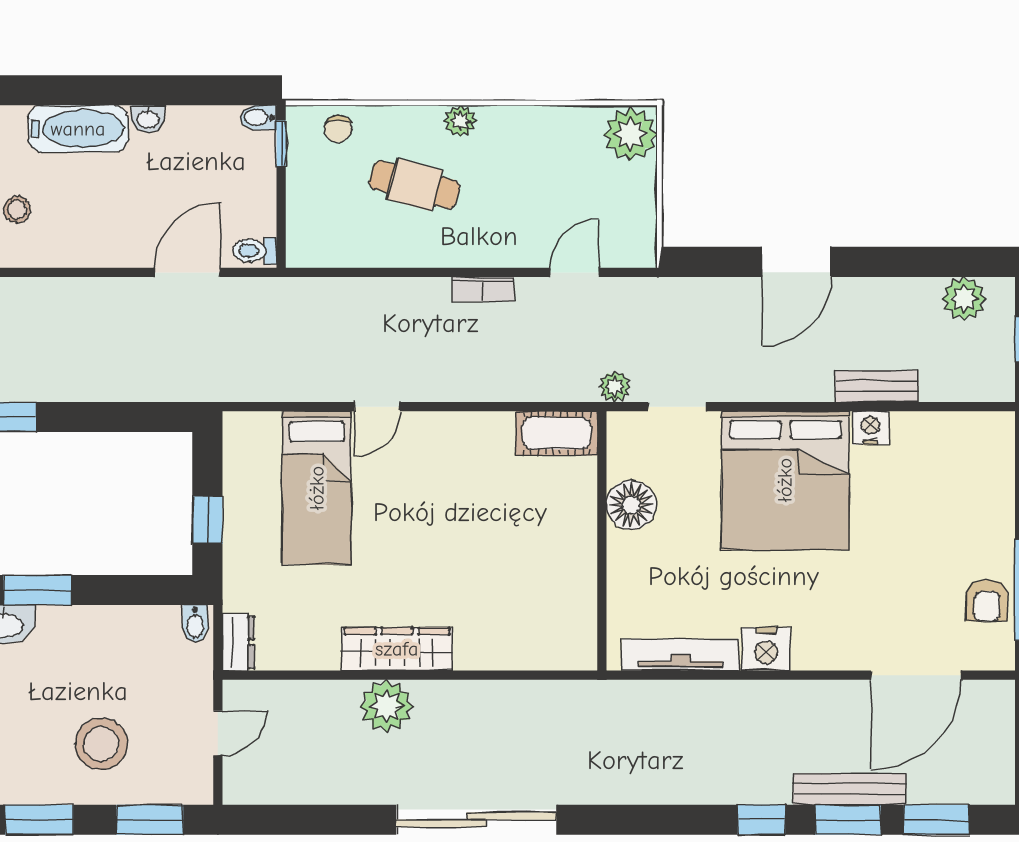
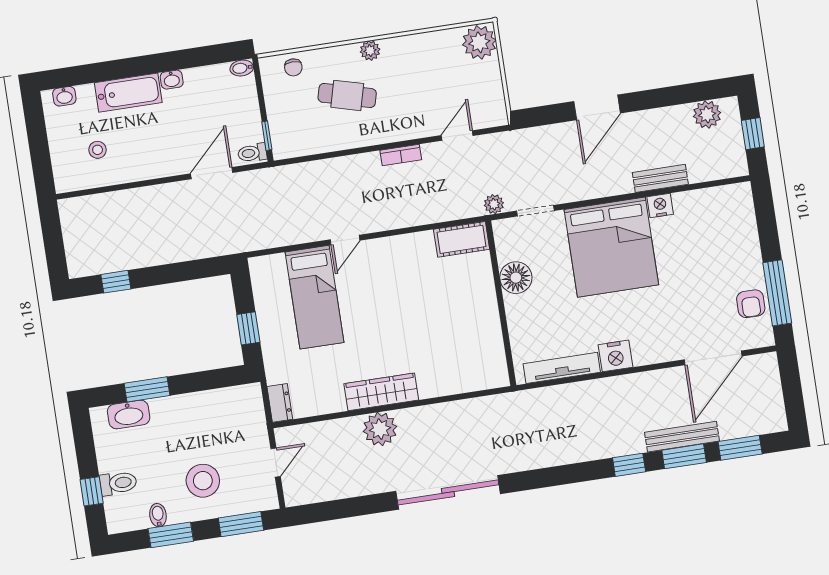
window: (281, 143) -> (267, 136), moved
bidet: (195, 623) -> (158, 515), moved, turned 180

